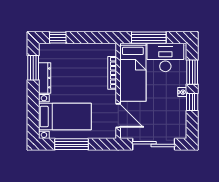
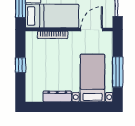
window: (58, 38) -> (20, 65), moved
window: (33, 68) -> (48, 107), removed

